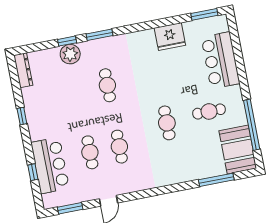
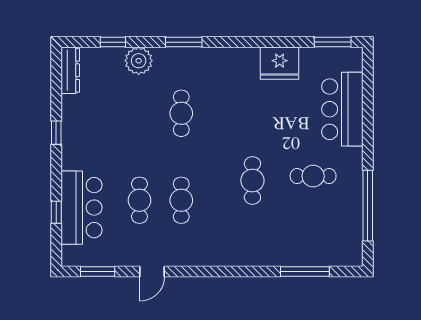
window: (67, 41) -> (113, 42), moved
booth: (238, 149) -> (342, 236), removed

